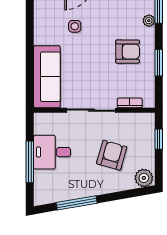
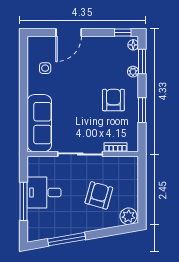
side table: (75, 26) -> (45, 68), moved
armchair: (128, 52) -> (113, 100), turned -90
window: (159, 139) -> (142, 181), removed

